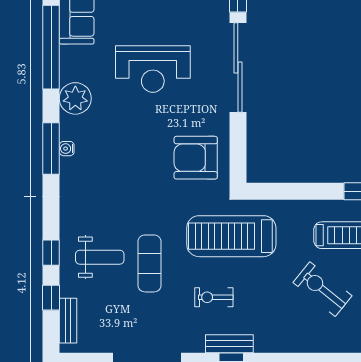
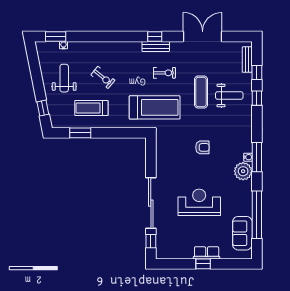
plant: (75, 98) -> (243, 171), moved
armchair: (196, 158) -> (202, 147), moved, width x0.53, depth x0.53
weight bench: (100, 257) -> (229, 96), turned 180
exercise bike: (323, 289) -> (103, 77), width x0.73, depth x0.72

